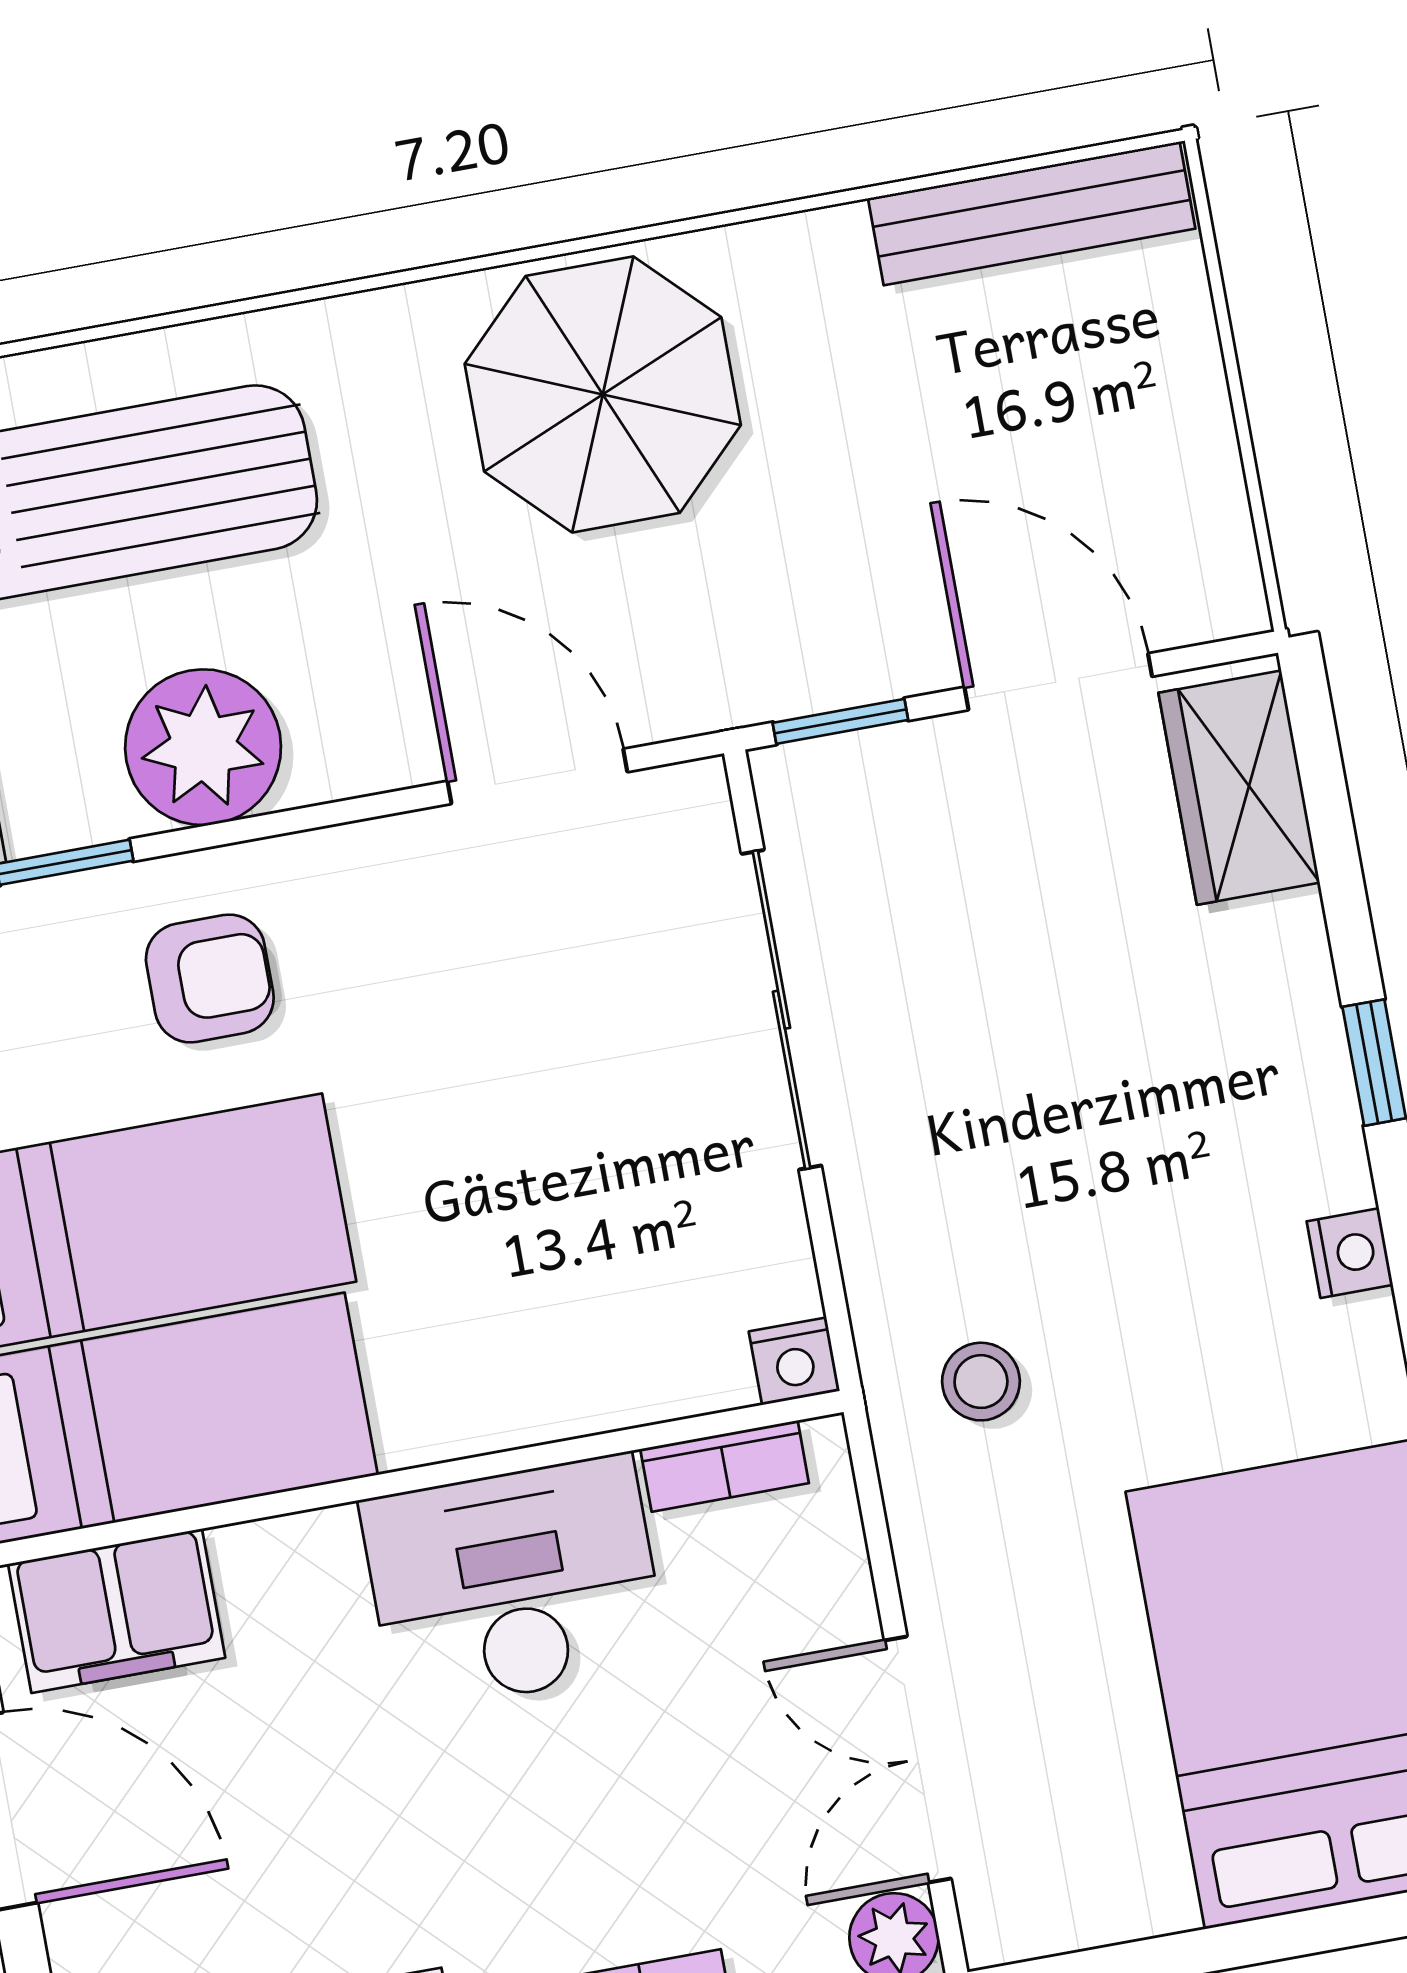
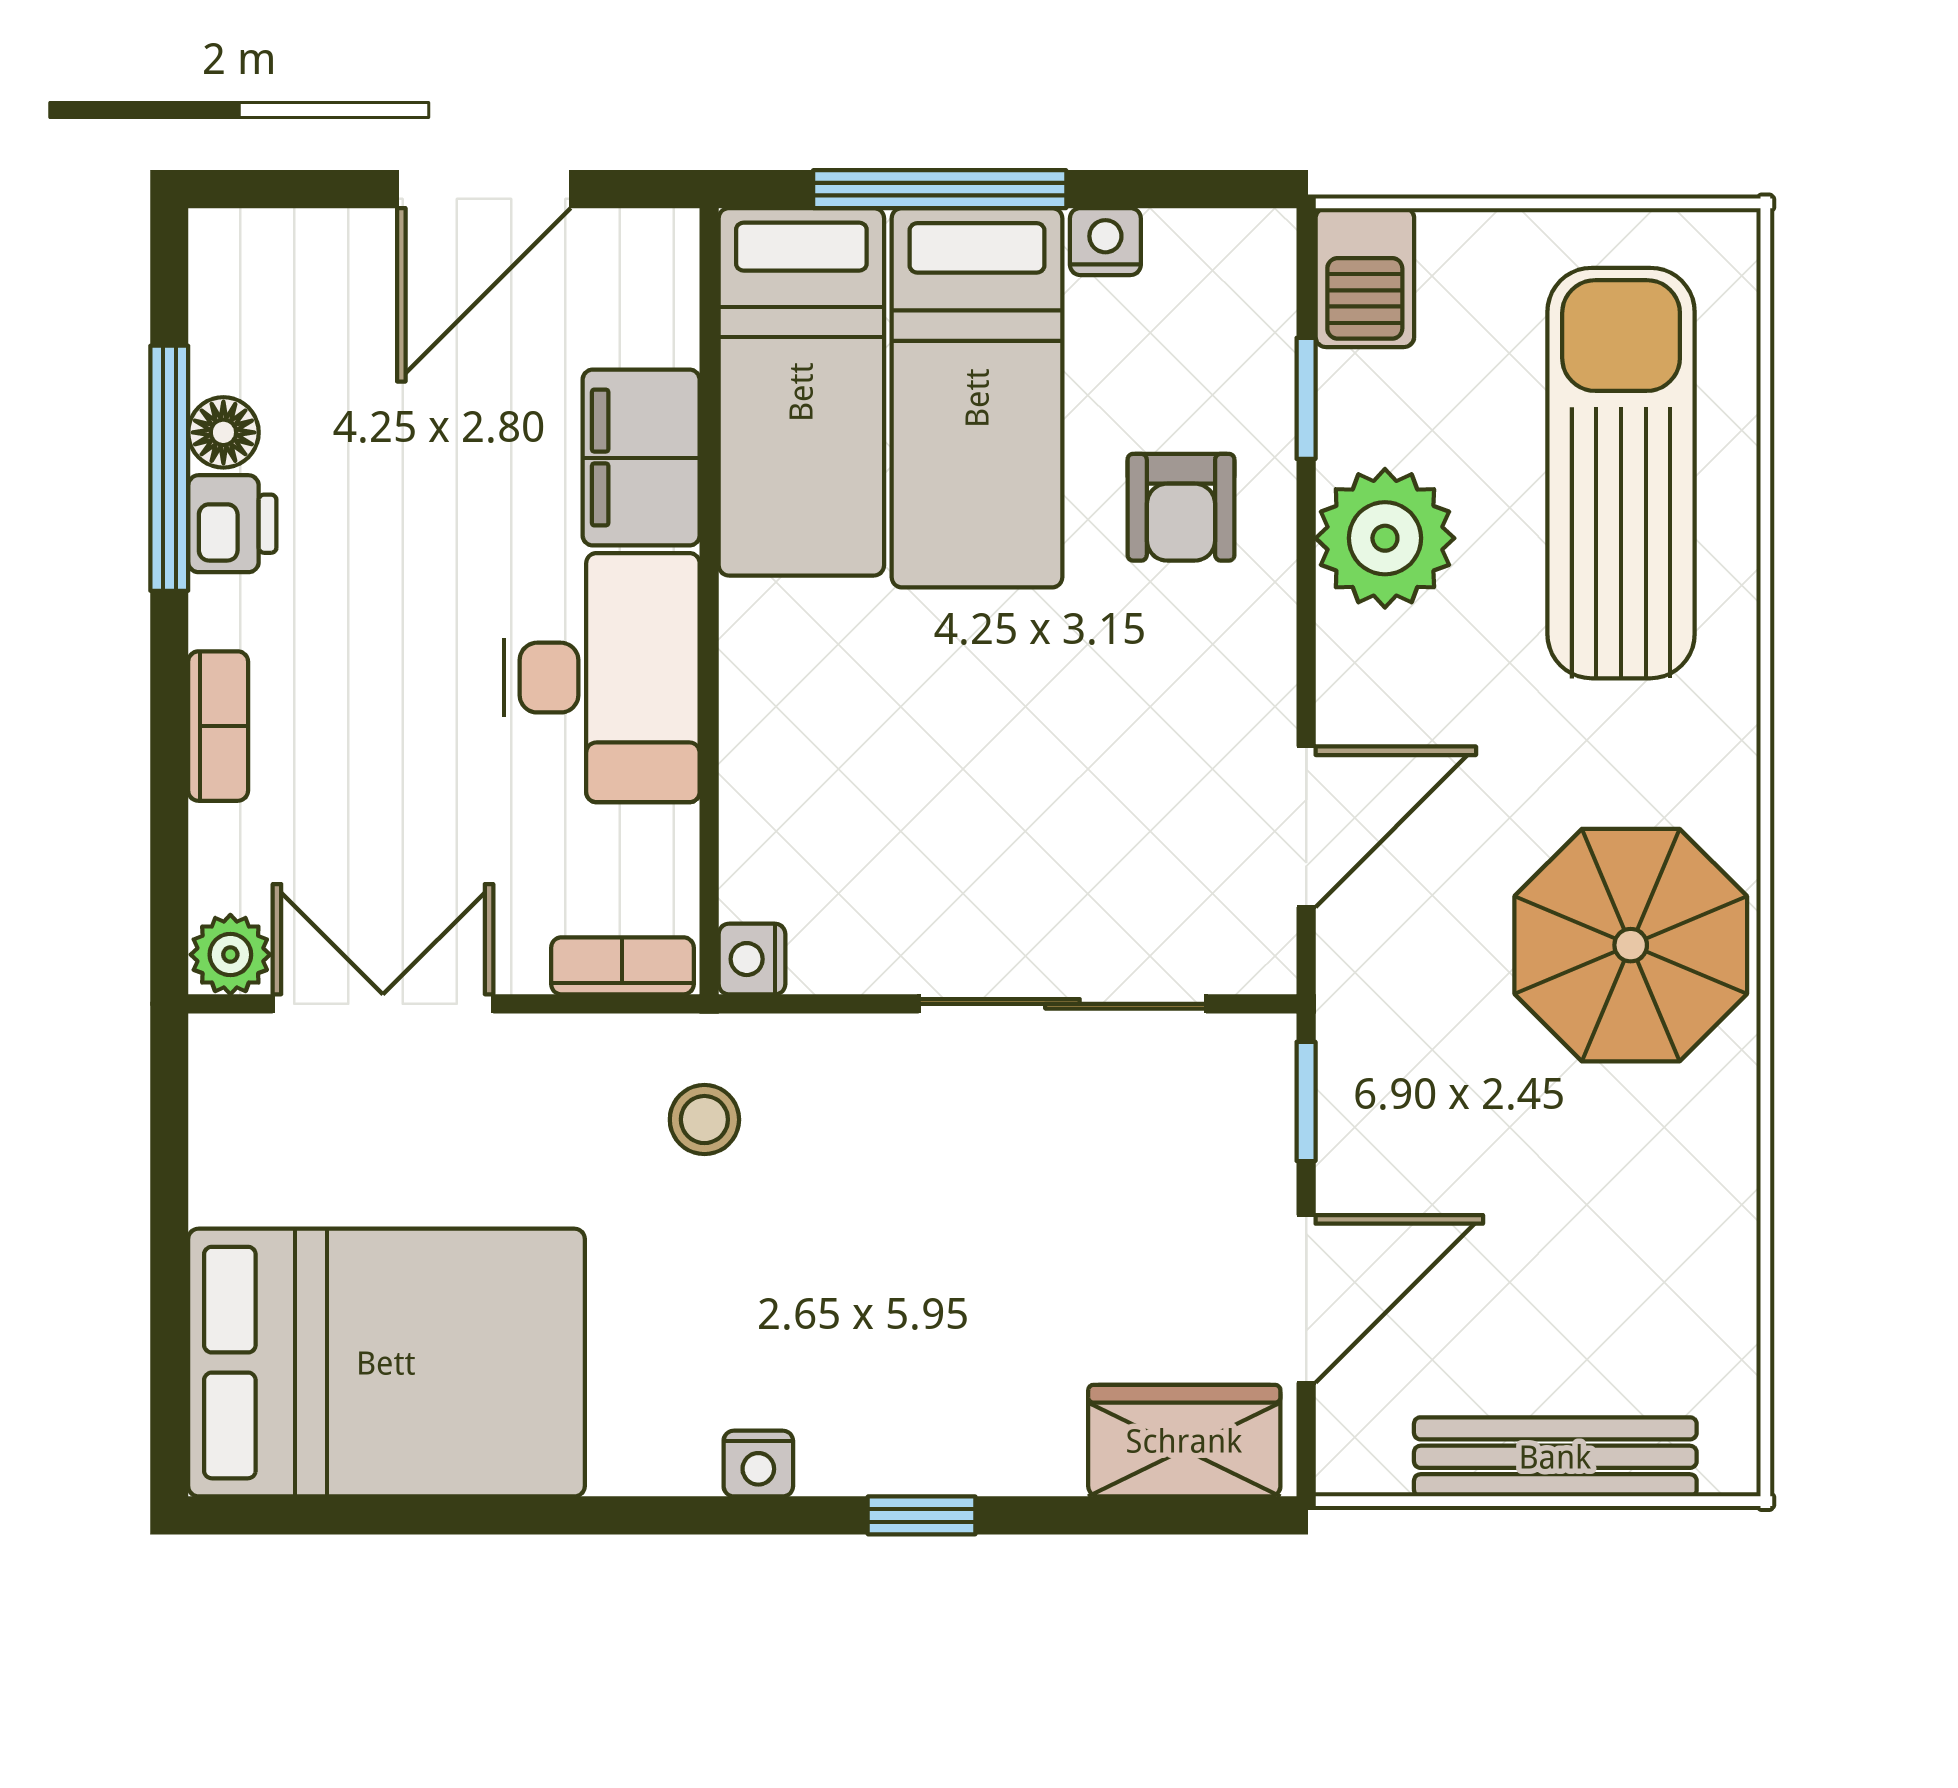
bench: (1032, 213) -> (1555, 1457), moved, turned 90
bookcase: (725, 1466) -> (622, 966), moved, turned 90
filing cabinet: (117, 1611) -> (641, 458), moved

